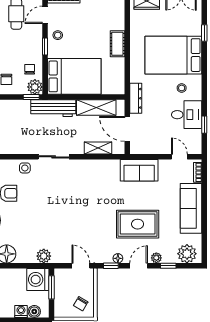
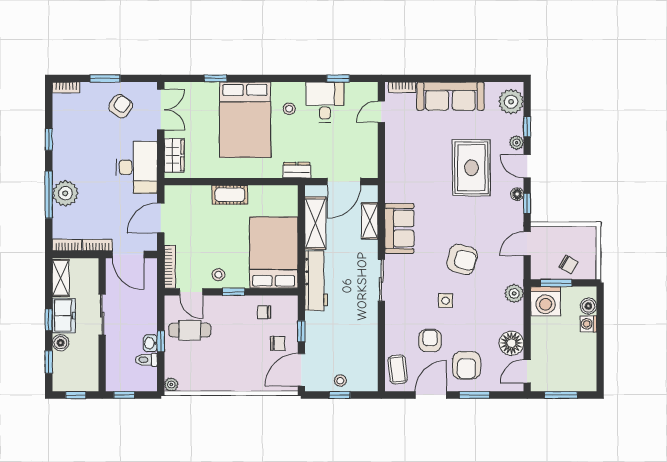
plant: (35, 87) -> (288, 305), removed
window: (31, 97) -> (301, 331), moved
dresser: (136, 98) -> (297, 170), width x0.70
side table: (25, 168) -> (446, 301), moved
sofa: (139, 170) -> (399, 228), moved
armchair: (69, 217) -> (462, 259), added
chair: (81, 304) -> (568, 264), moved

